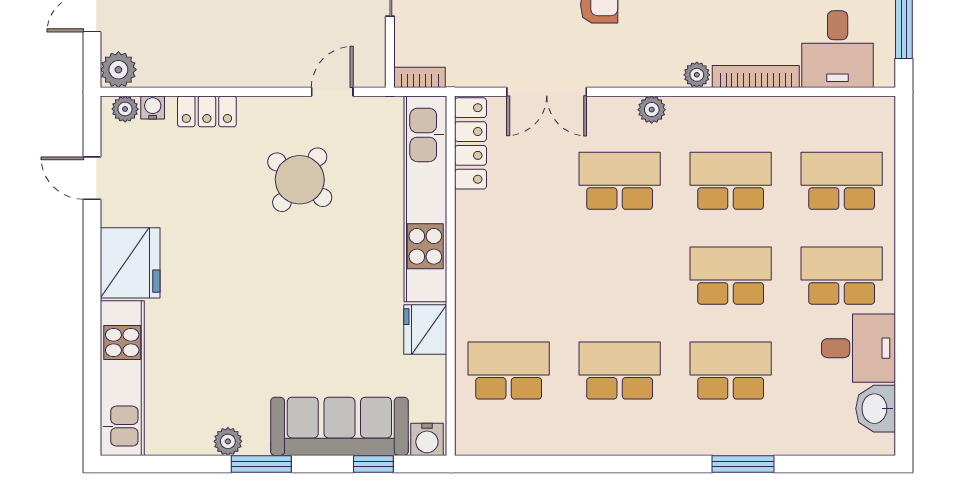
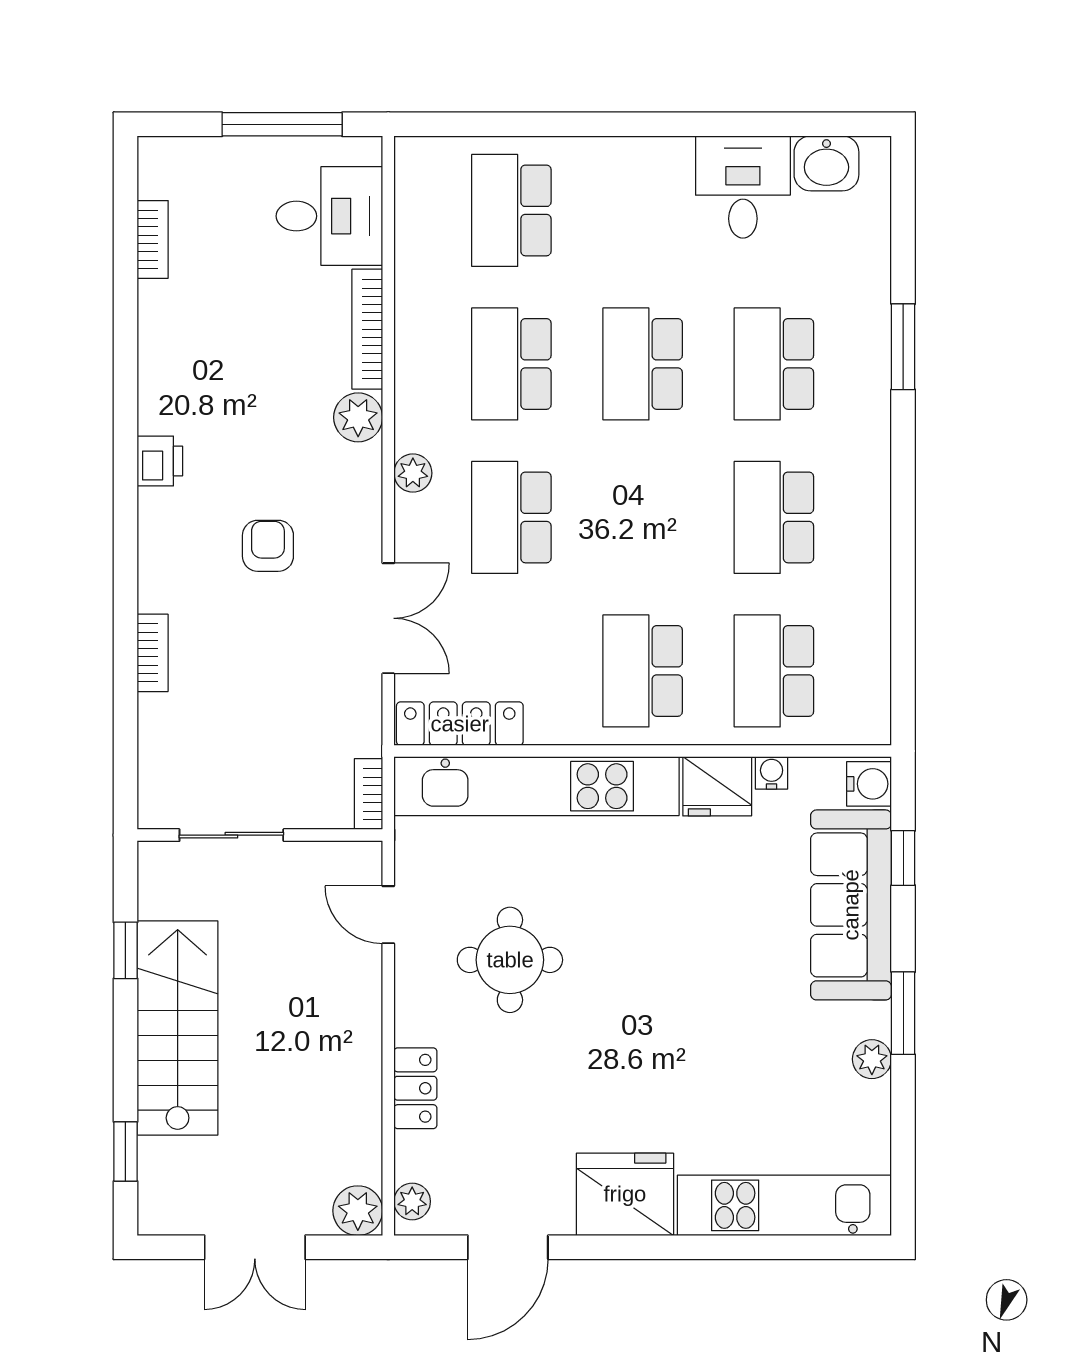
plant: (697, 75) -> (358, 417), width x1.38, depth x1.38
water cooler: (153, 108) -> (772, 773), moved, turned 90
door: (92, 178) -> (508, 1247), width x1.38
round table: (300, 180) -> (510, 960), turned -38
school desk: (842, 276) -> (643, 671), moved

